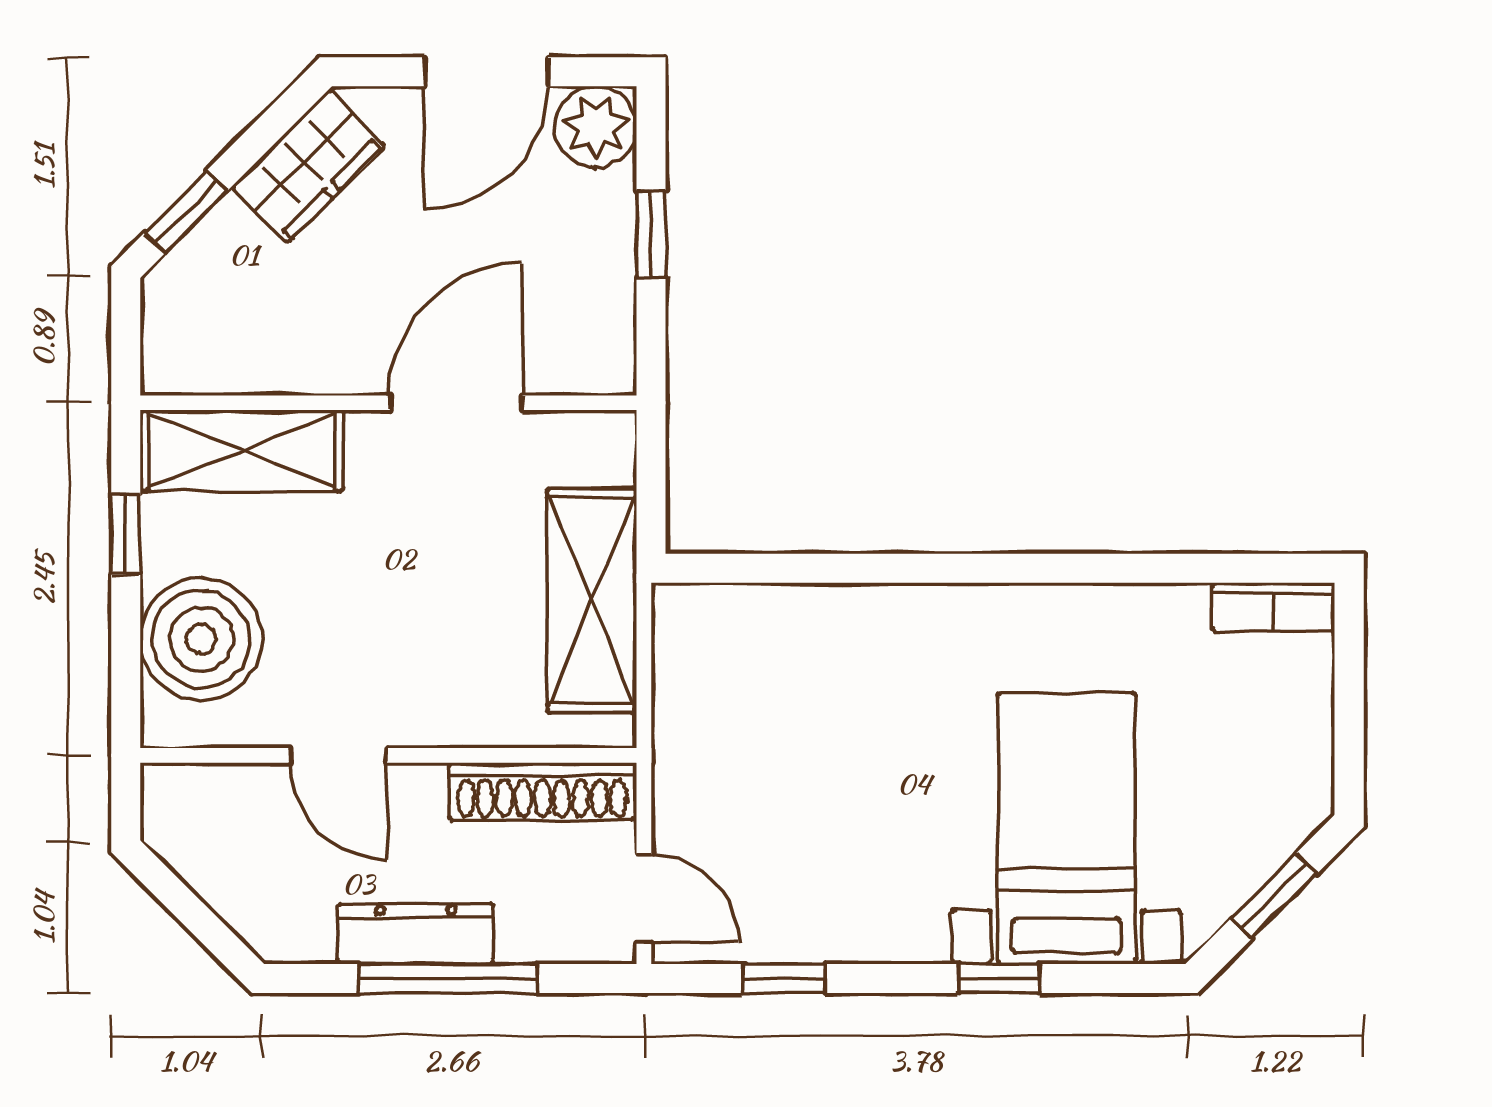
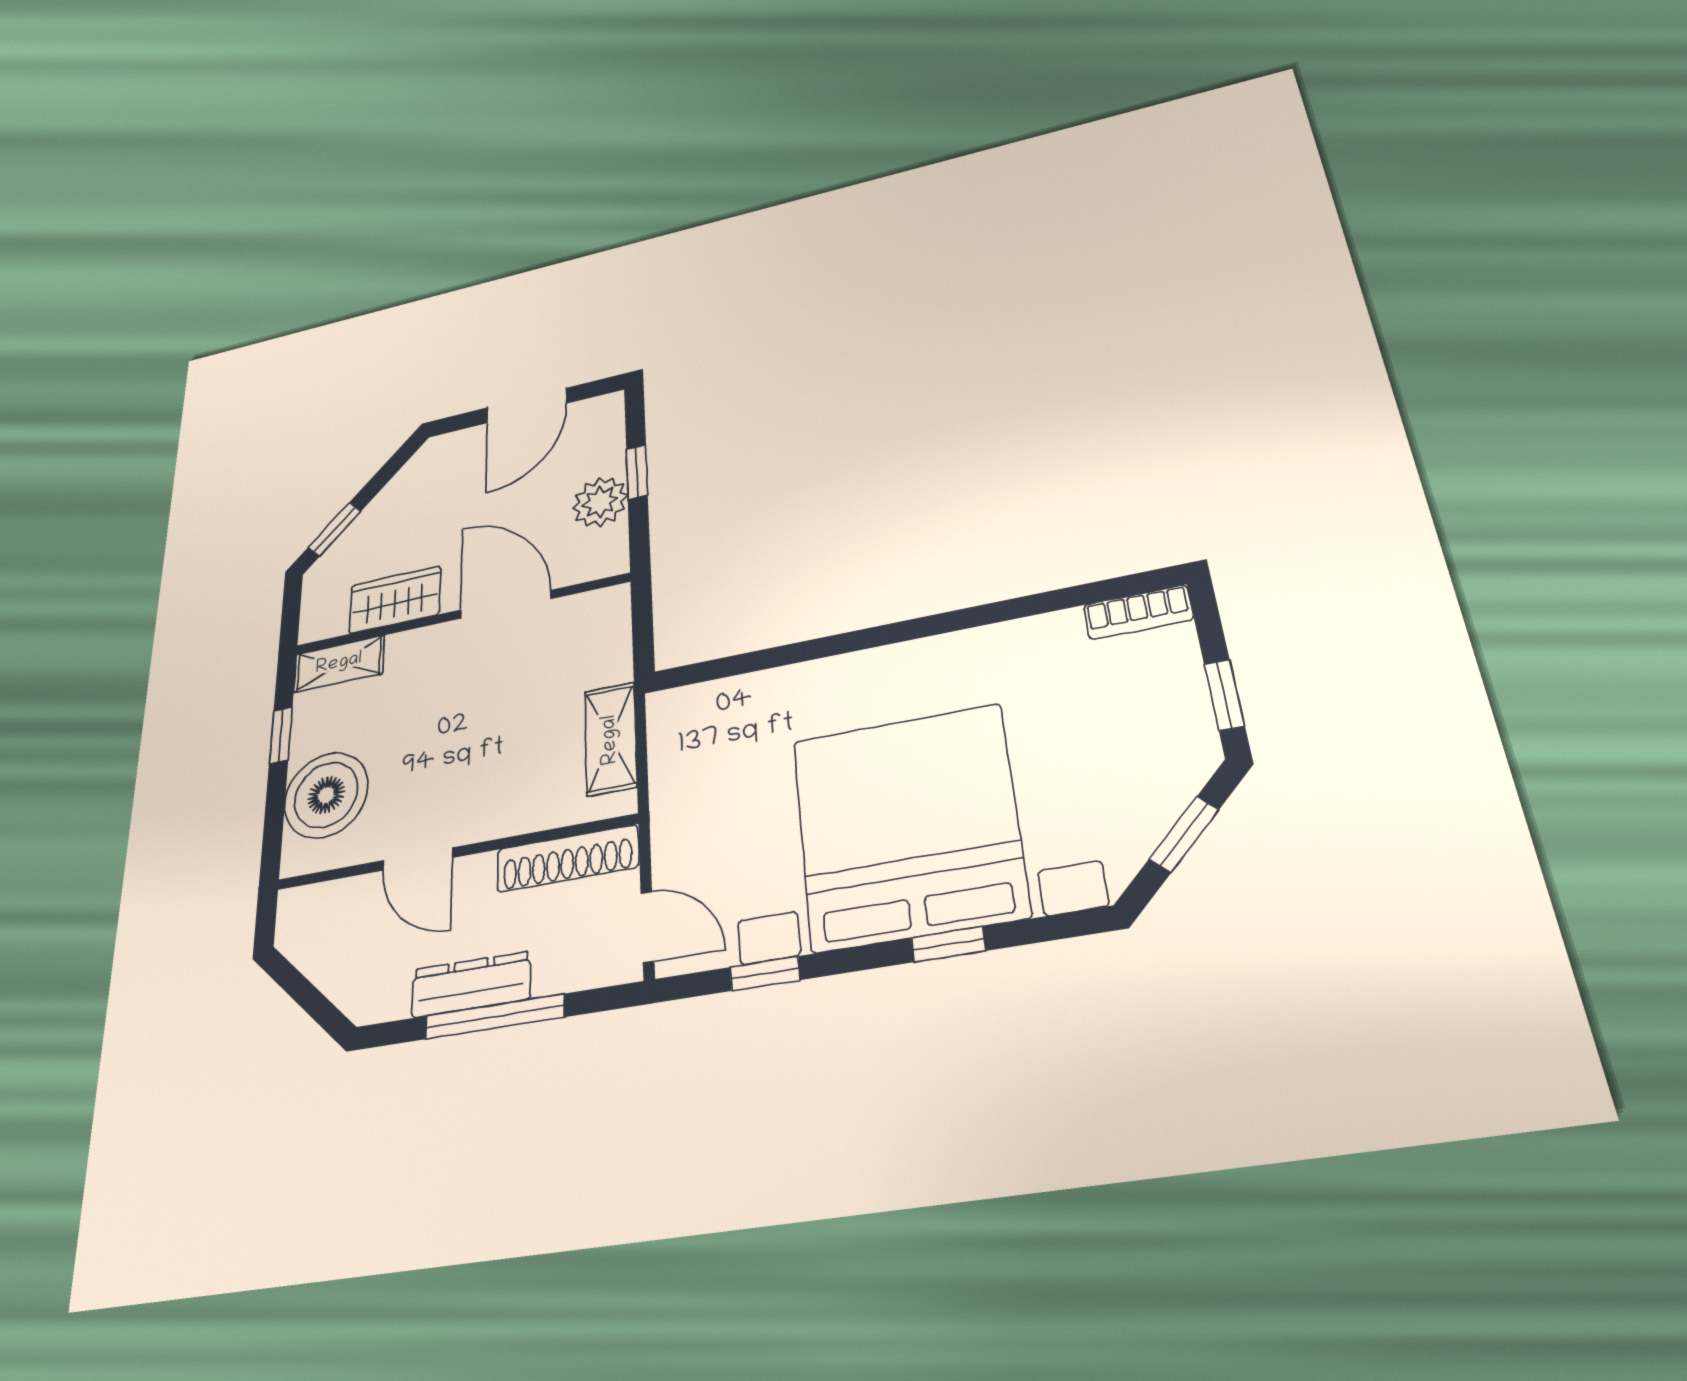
plant: (596, 127) -> (600, 502), moved
wardrobe: (308, 166) -> (395, 600), moved, turned -135
door: (456, 403) -> (505, 604), hinge flipped
shelving: (241, 451) -> (339, 664), width x0.67, depth x0.75
shelving: (592, 601) -> (611, 739), width x0.67, depth x0.75
window: (1349, 736) -> (1224, 695), added
bed with nightstands: (1066, 828) -> (908, 826), width x1.85

